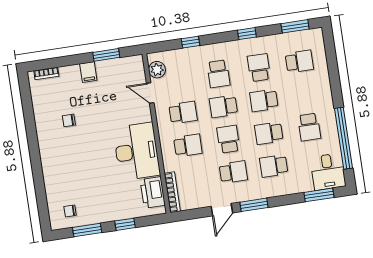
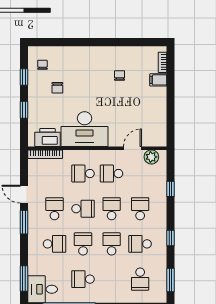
window: (106, 55) -> (171, 116), removed
school desk: (259, 68) -> (140, 244), turned 180
filing cabinet: (88, 72) -> (158, 80), moved
school desk: (218, 74) -> (140, 209), turned 90
school desk: (183, 113) -> (112, 174), turned 90
school desk: (188, 145) -> (83, 174), turned 90
school desk: (274, 166) -> (54, 244), turned 90
school desk: (233, 172) -> (54, 209), turned 180
chair: (94, 190) -> (57, 88), added
window: (87, 230) -> (24, 77), width x0.67

